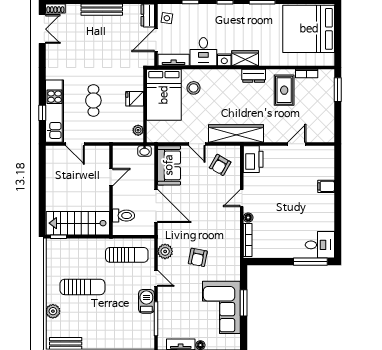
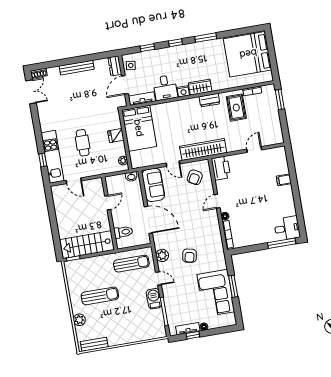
stool: (194, 88) -> (162, 118), removed

